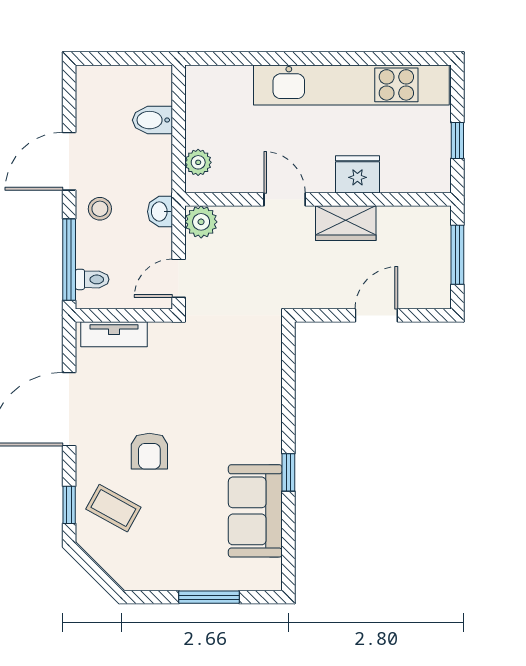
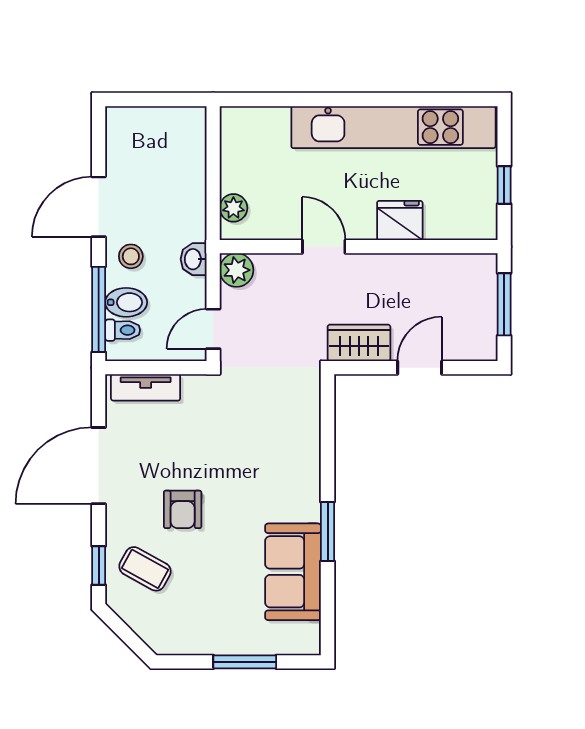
bidet: (152, 120) -> (126, 302), moved, turned 180
wardrobe: (346, 223) -> (359, 343), moved, turned 180
window: (288, 472) -> (328, 532), width x1.50

